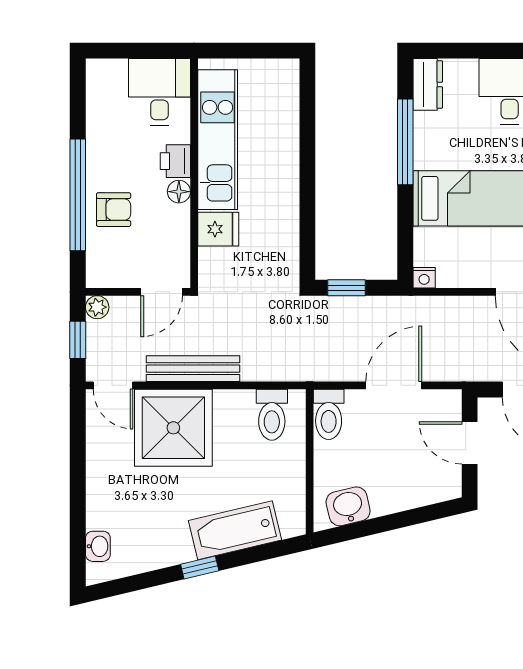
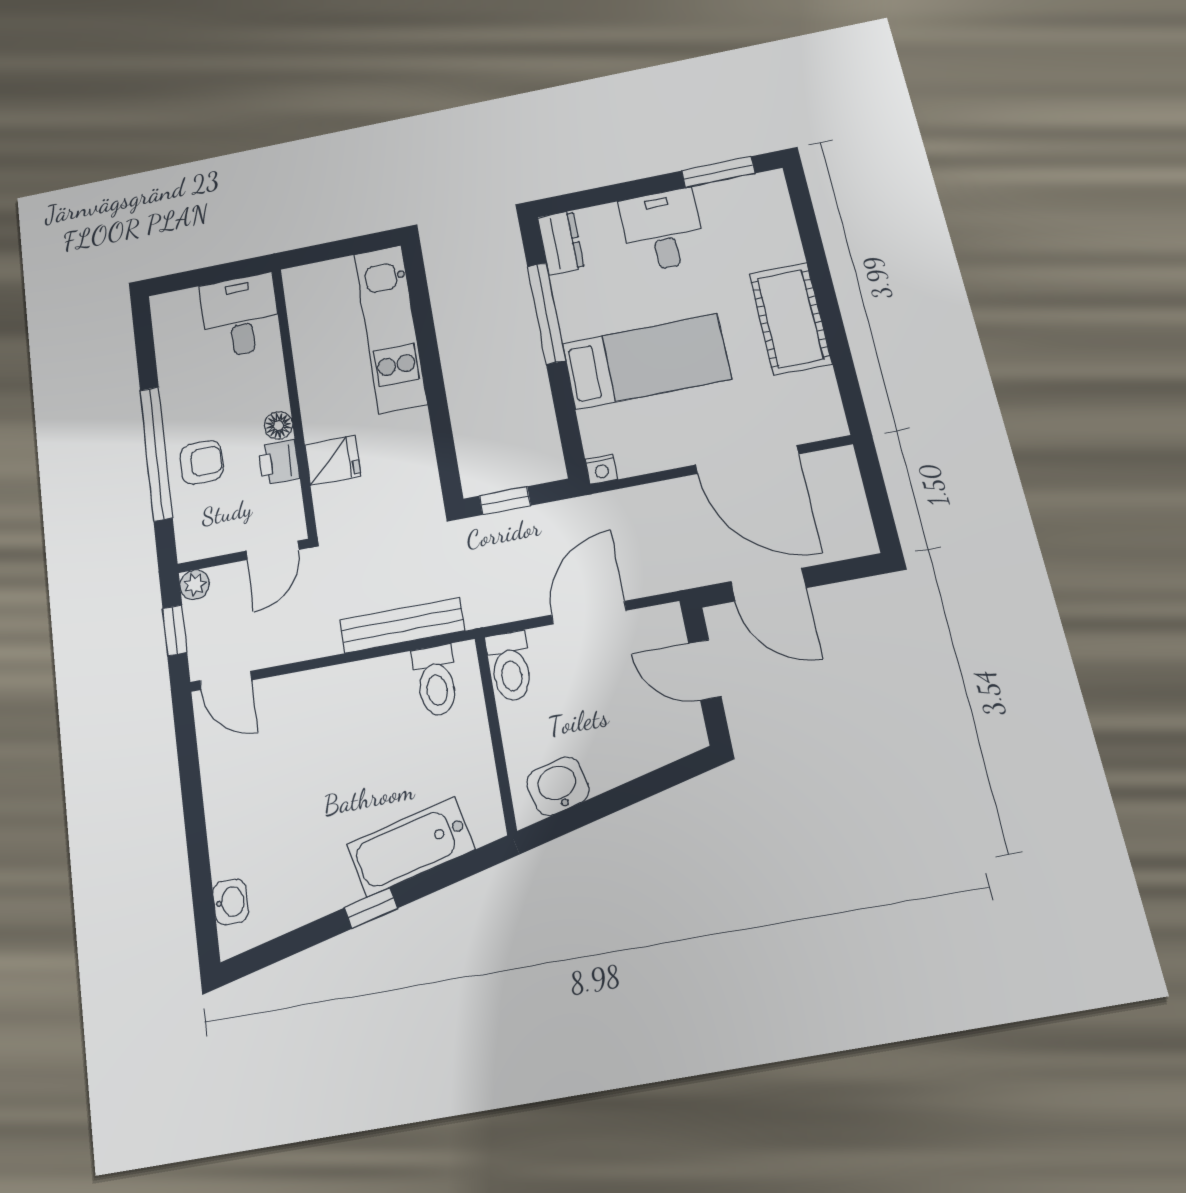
kitchen unit: (218, 140) -> (390, 328), moved, turned 180
printer: (175, 161) -> (279, 462), moved
bench: (193, 369) -> (402, 625), moved
shower: (173, 428) -> (310, 722), removed

